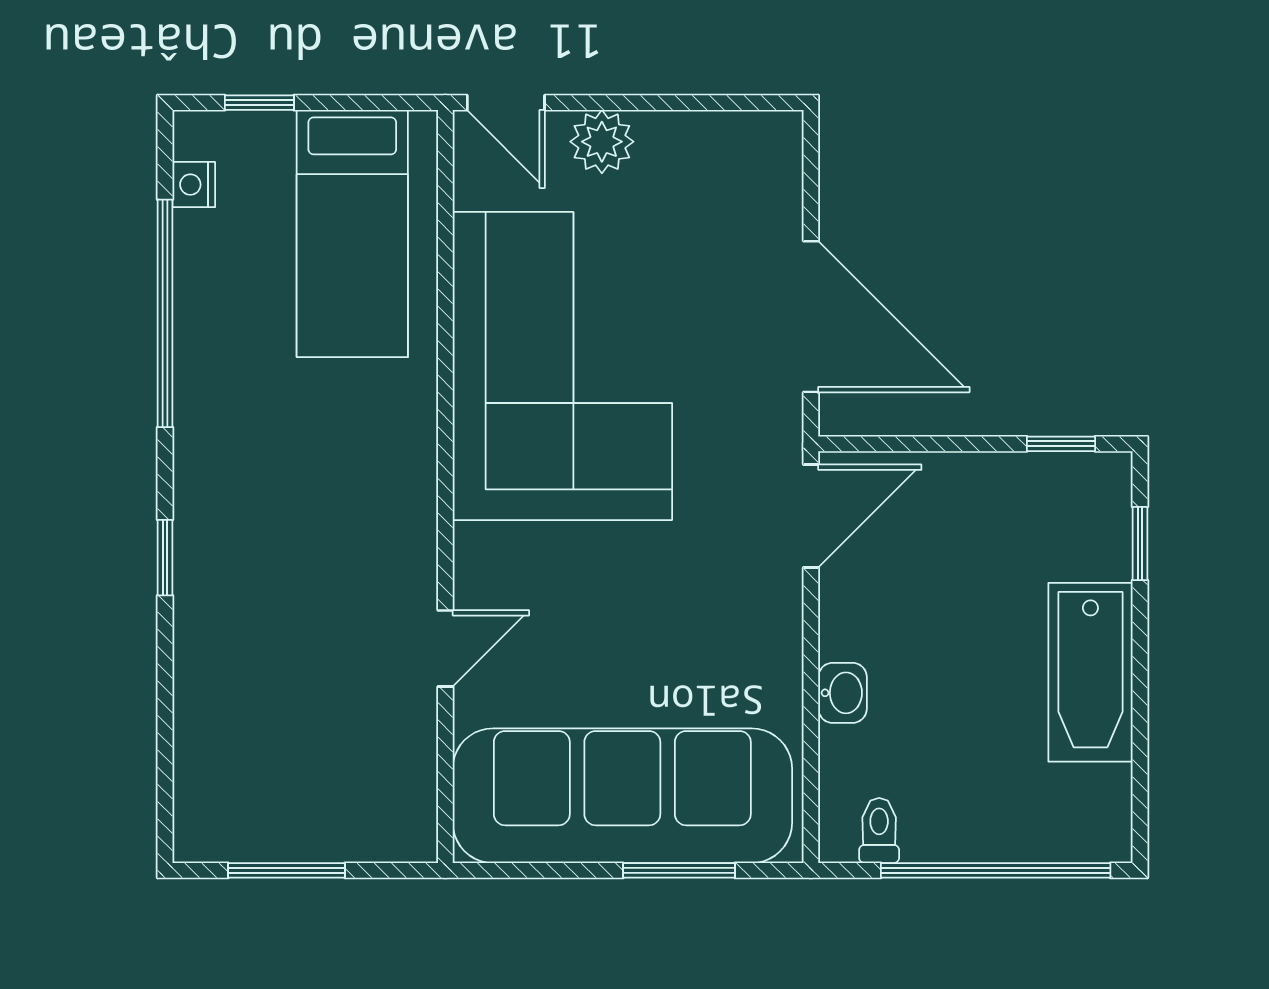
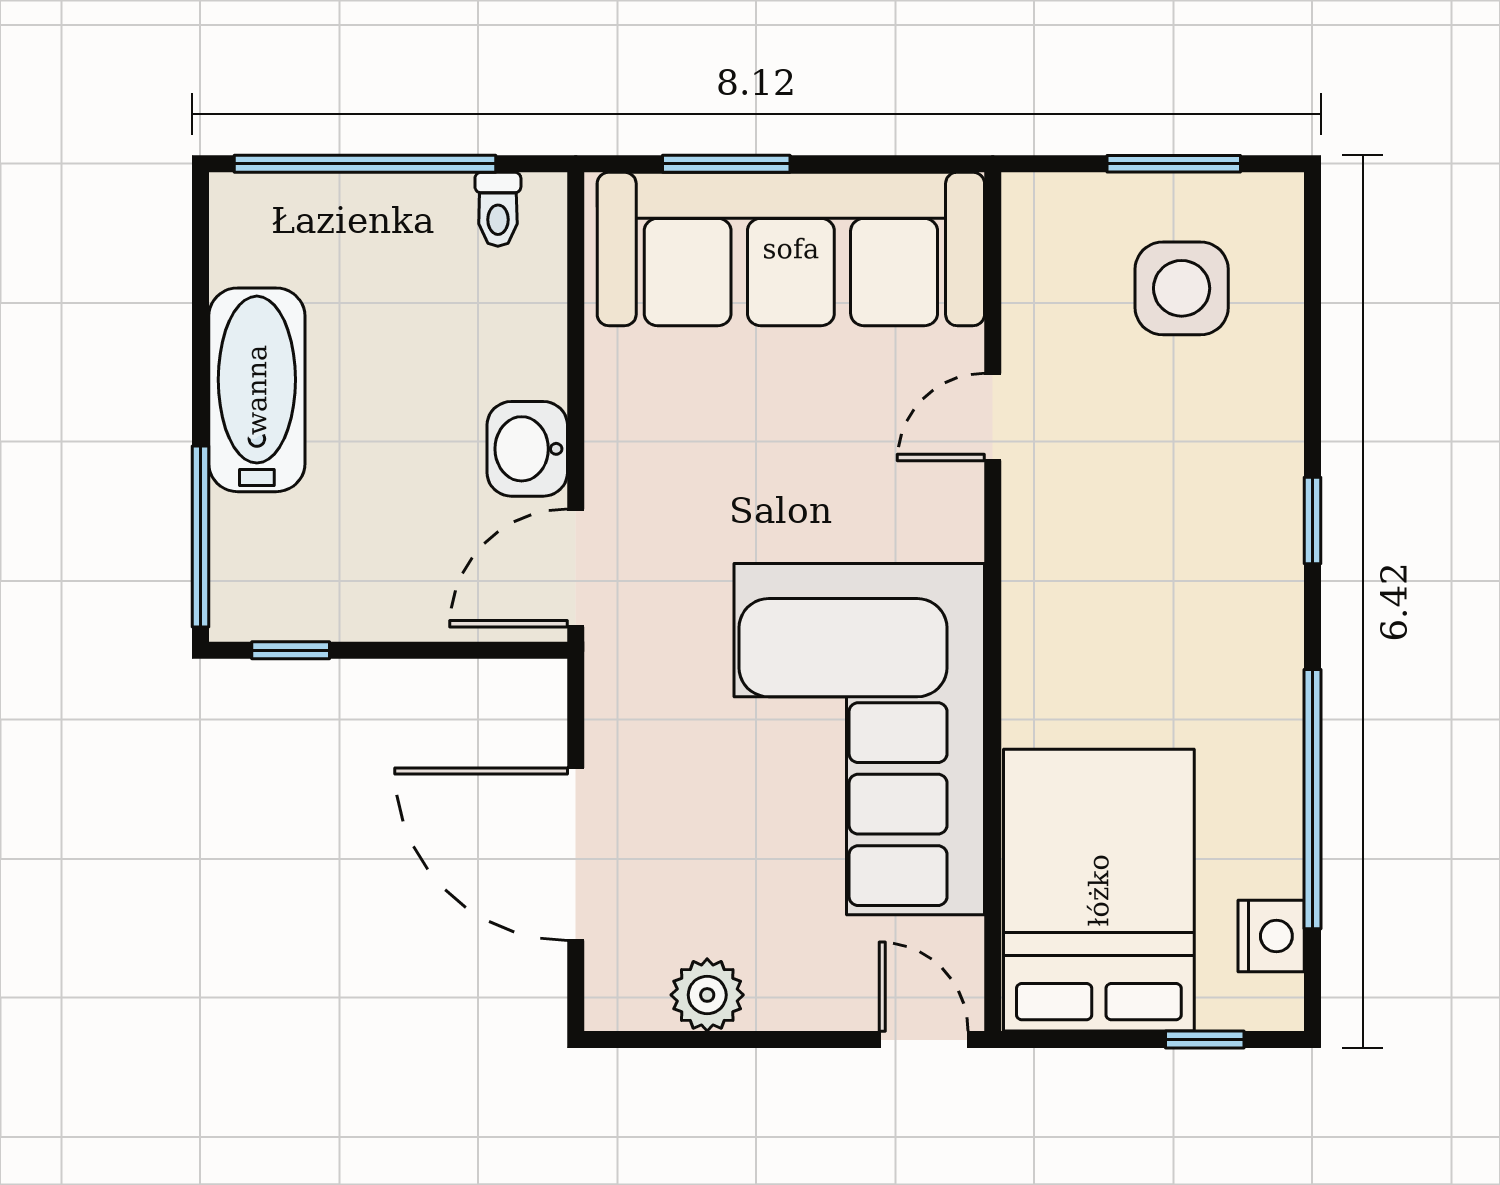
plant: (602, 142) -> (707, 995), moved
nightstand: (194, 185) -> (1271, 936), width x1.39, depth x1.35
bed: (352, 234) -> (1099, 890), width x1.50
door: (811, 317) -> (576, 854), moved
window: (1140, 544) -> (200, 537), width x2.17
washbasin: (843, 693) -> (527, 449), moved, width x1.38, depth x1.45
side table: (280, 761) -> (1182, 288), added

